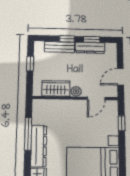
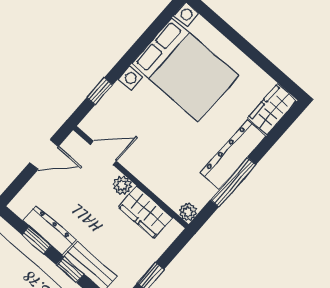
plant: (37, 104) -> (188, 212), added

